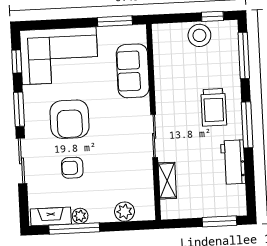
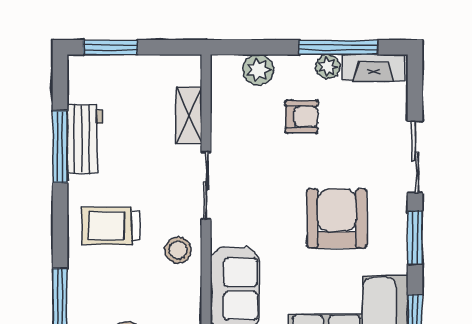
stool: (170, 94) -> (178, 250), added
trolley: (214, 107) -> (111, 226), turned -90
window: (247, 125) -> (60, 147), moved
armchair: (72, 168) -> (301, 117), moved

